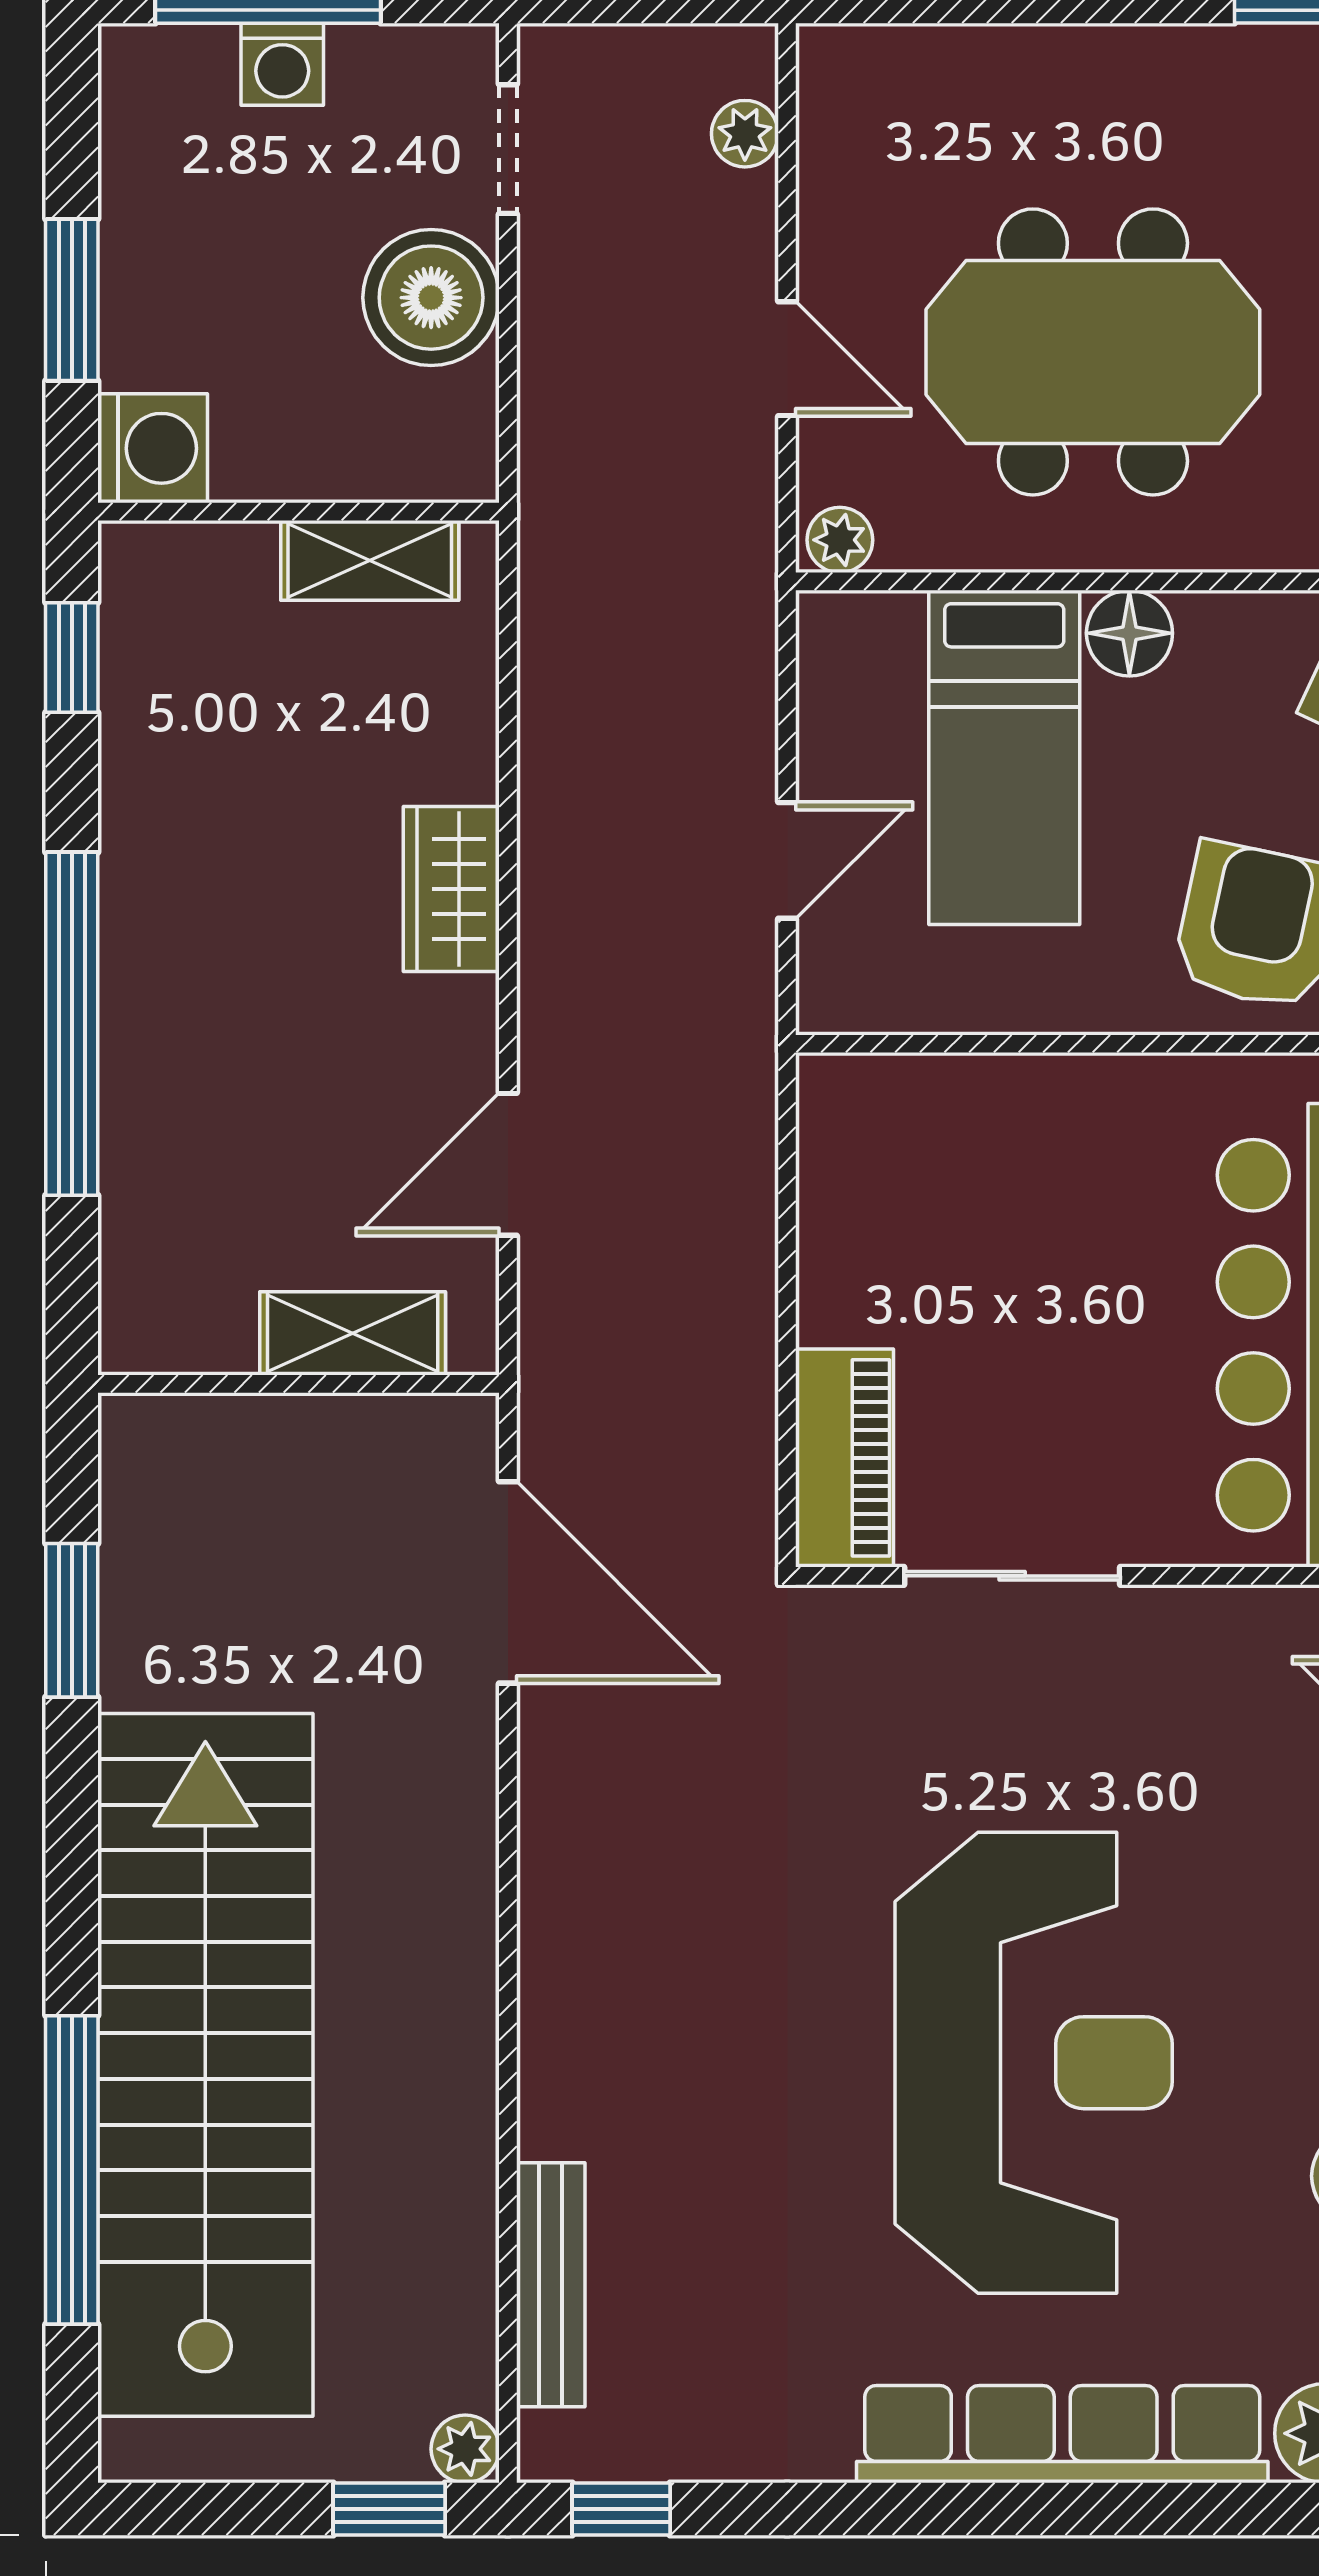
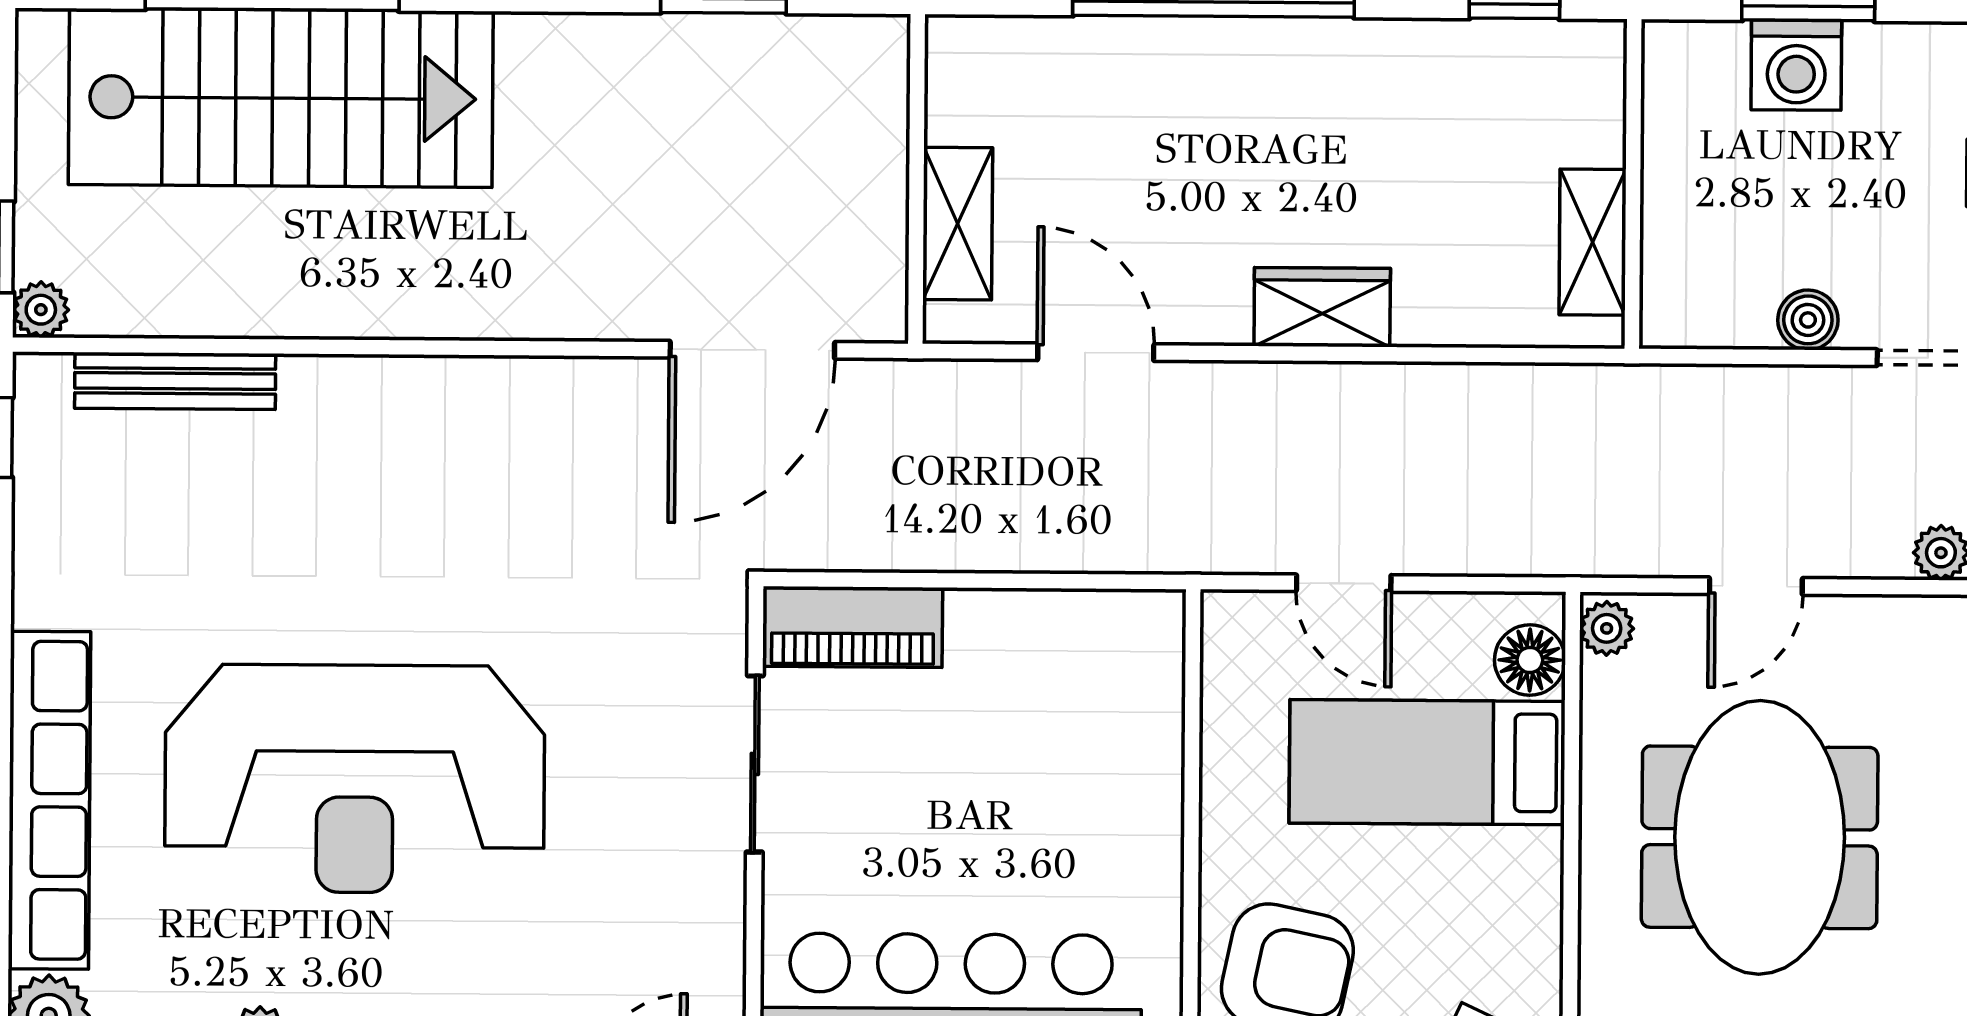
boiler: (431, 298) -> (1808, 320), width x0.54, depth x0.54
washing machine: (153, 448) -> (1796, 65), moved
floor lamp: (1129, 633) -> (1530, 660), moved
stairs: (205, 2065) -> (281, 98), width x0.73

